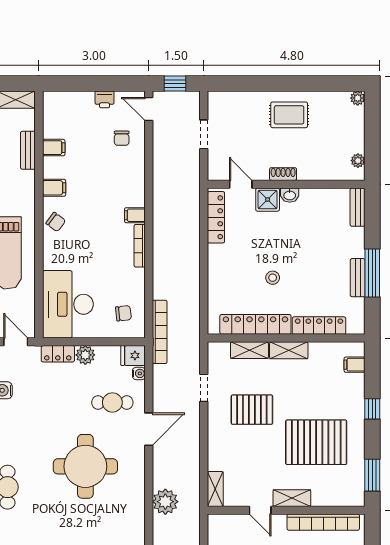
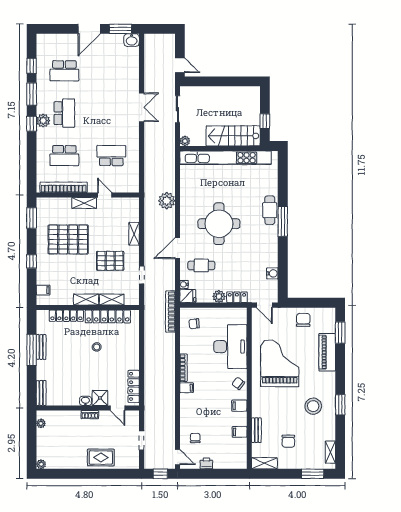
rug: (289, 115) -> (101, 458), moved
desk: (68, 304) -> (230, 347), moved
shelving: (215, 489) -> (134, 234), moved

